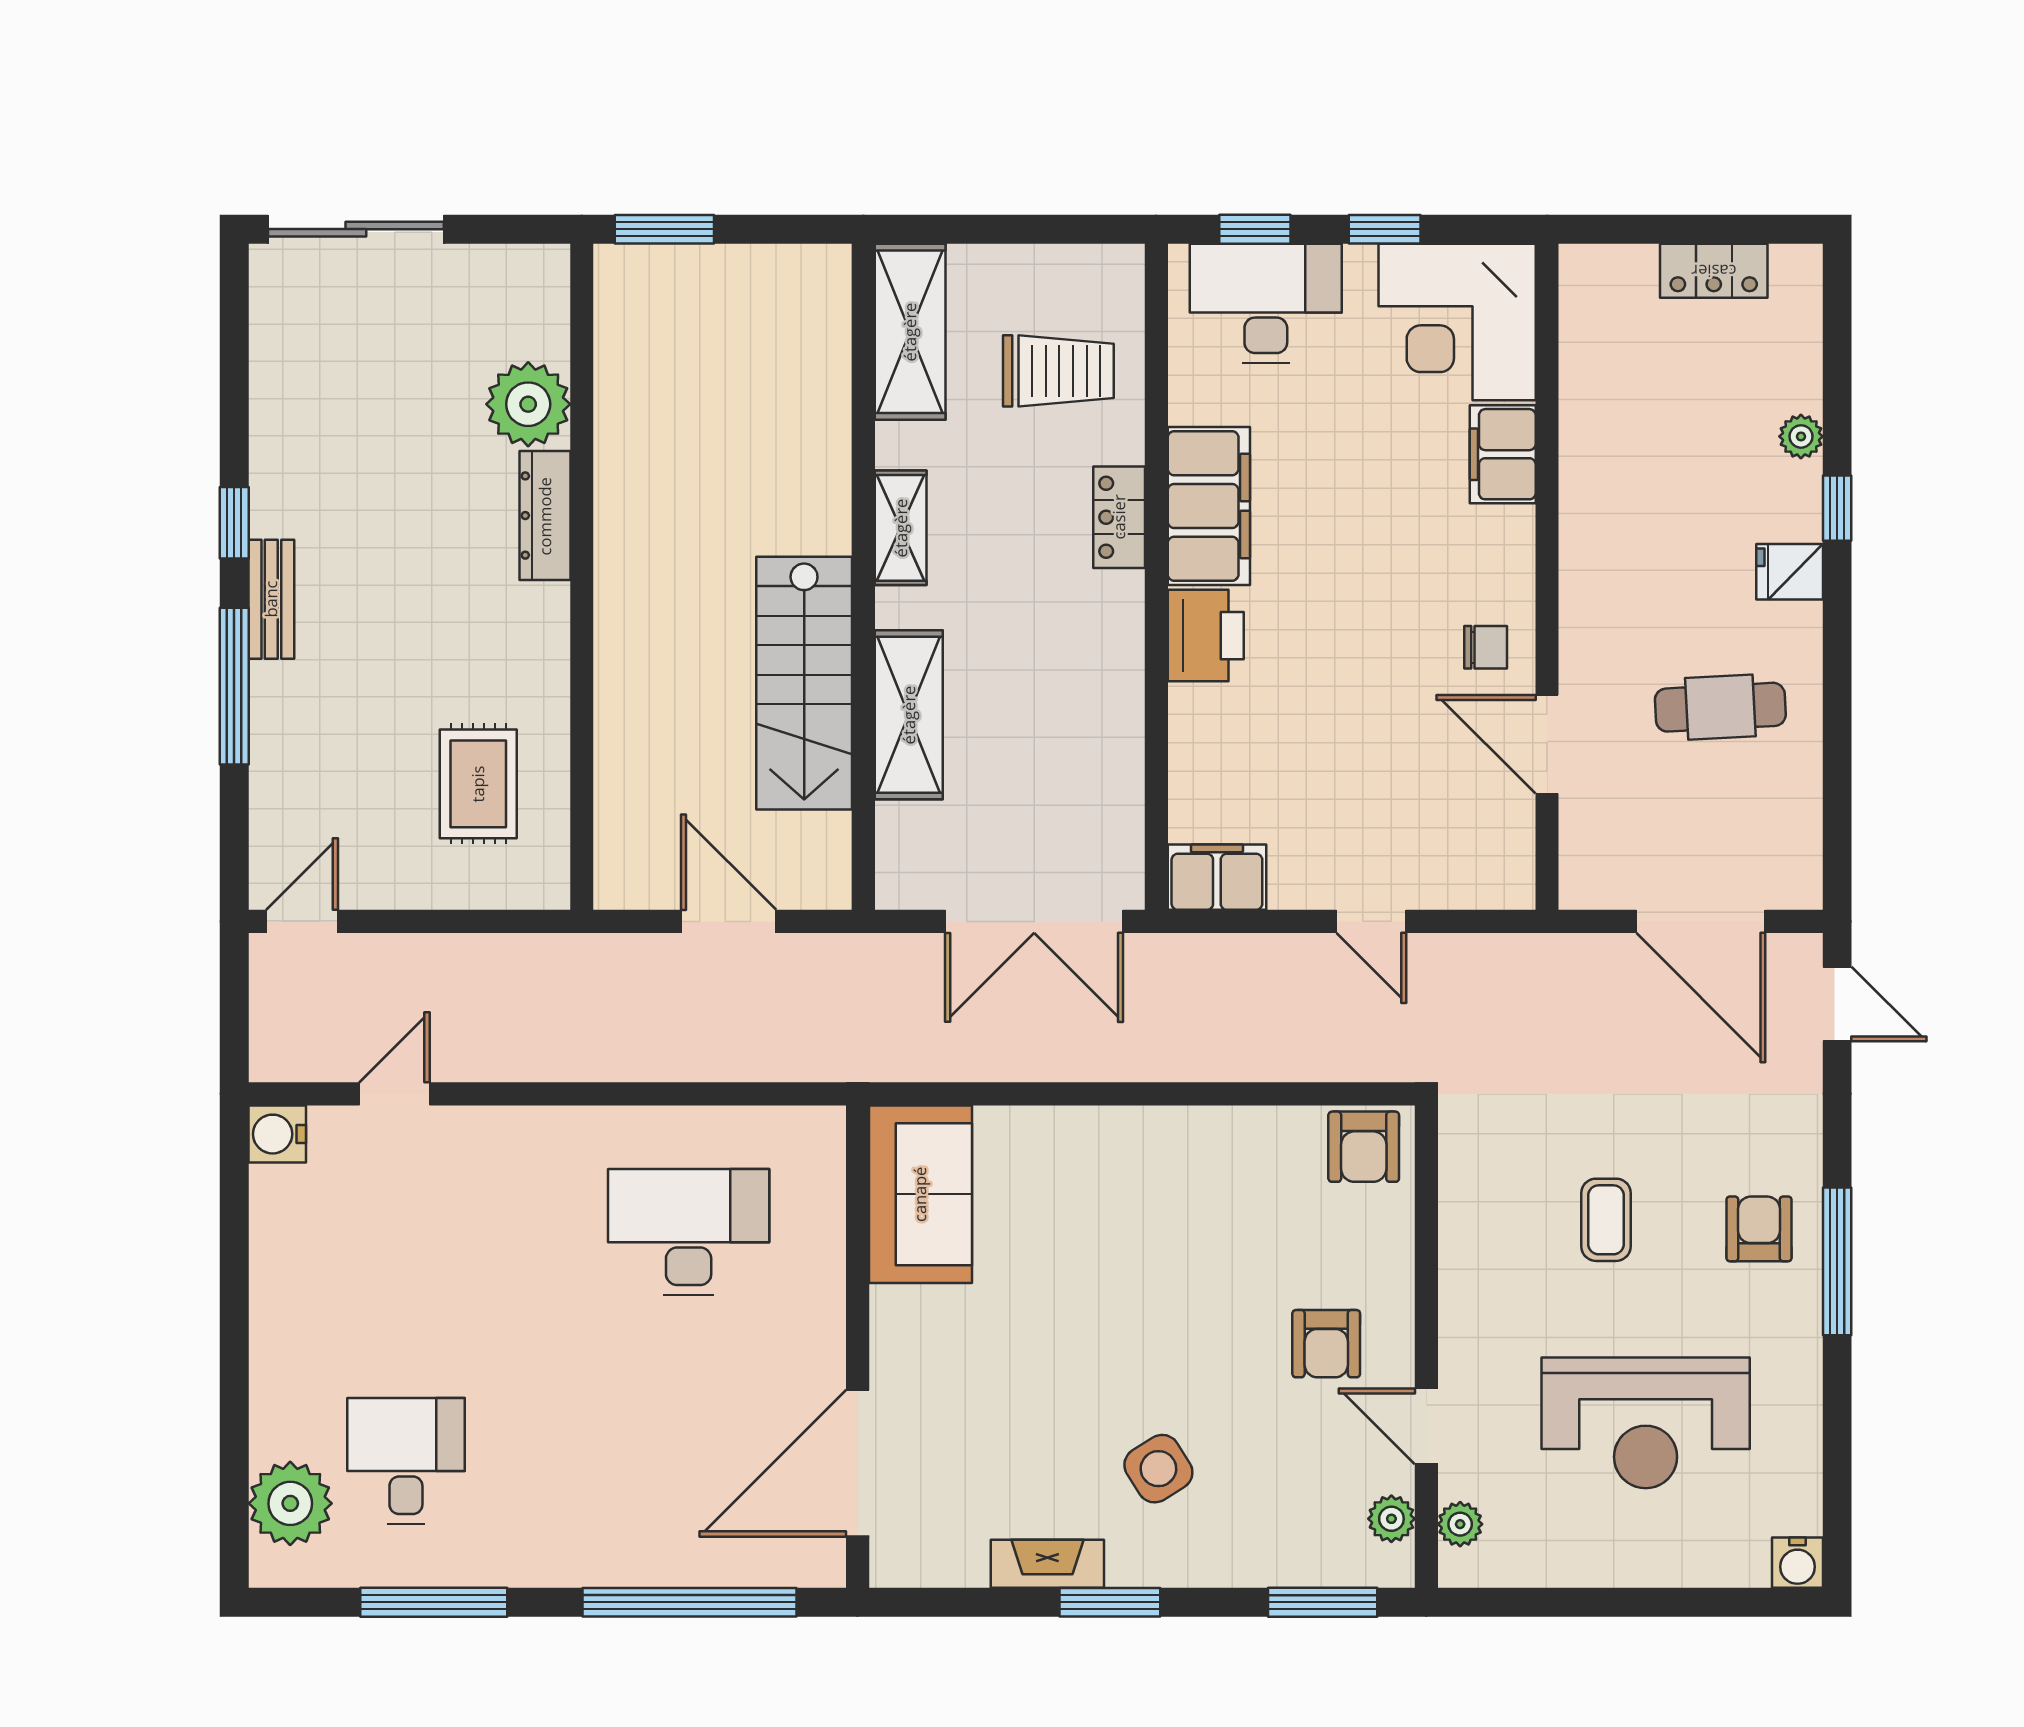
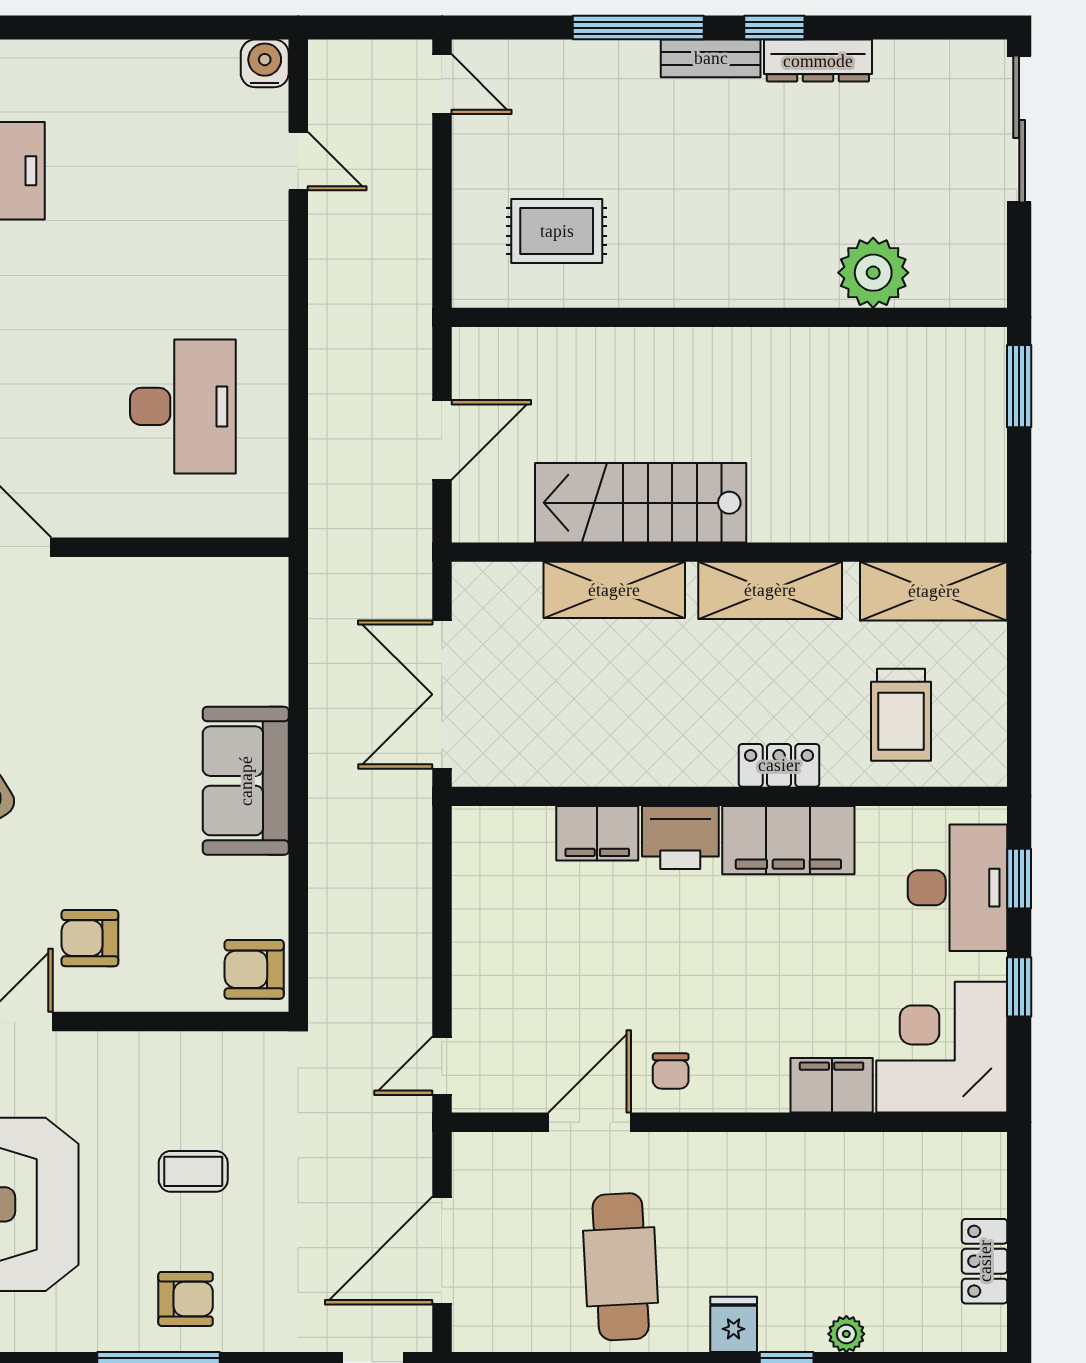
dresser: (545, 516) -> (818, 61), moved, turned 180
shelving: (901, 528) -> (770, 590), width x1.50, depth x1.33
cafe table: (1720, 707) -> (621, 1267), width x1.37, depth x1.35
filing cabinet: (1217, 877) -> (597, 833), moved, turned 90
door: (1371, 921) -> (442, 1066), moved
sofa: (920, 1194) -> (246, 781), moved, turned 90

